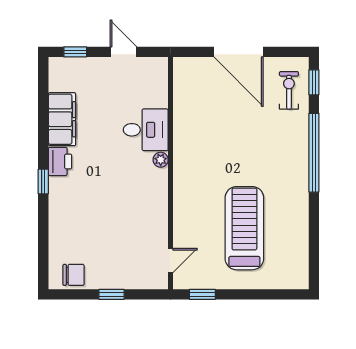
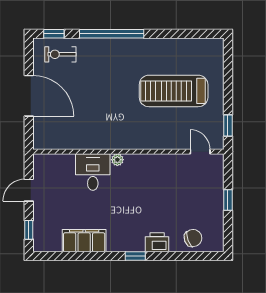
door: (239, 52) -> (29, 96), hinge flipped
printer: (60, 161) -> (157, 242), moved
chair: (74, 275) -> (193, 238), moved, turned 69

